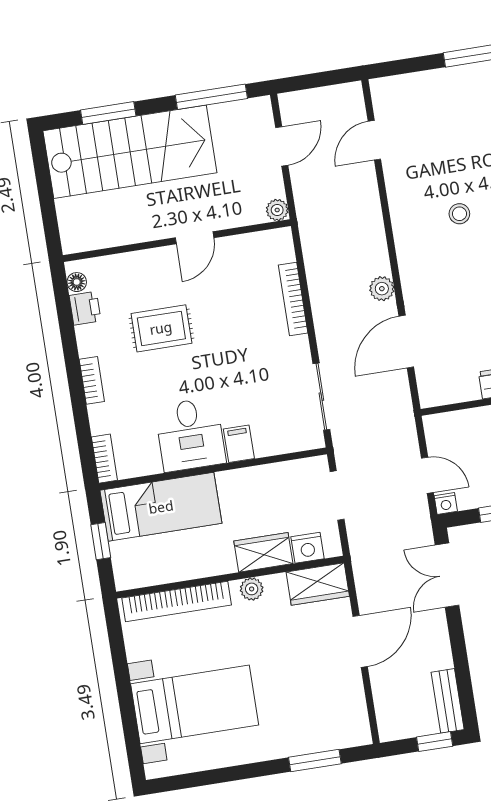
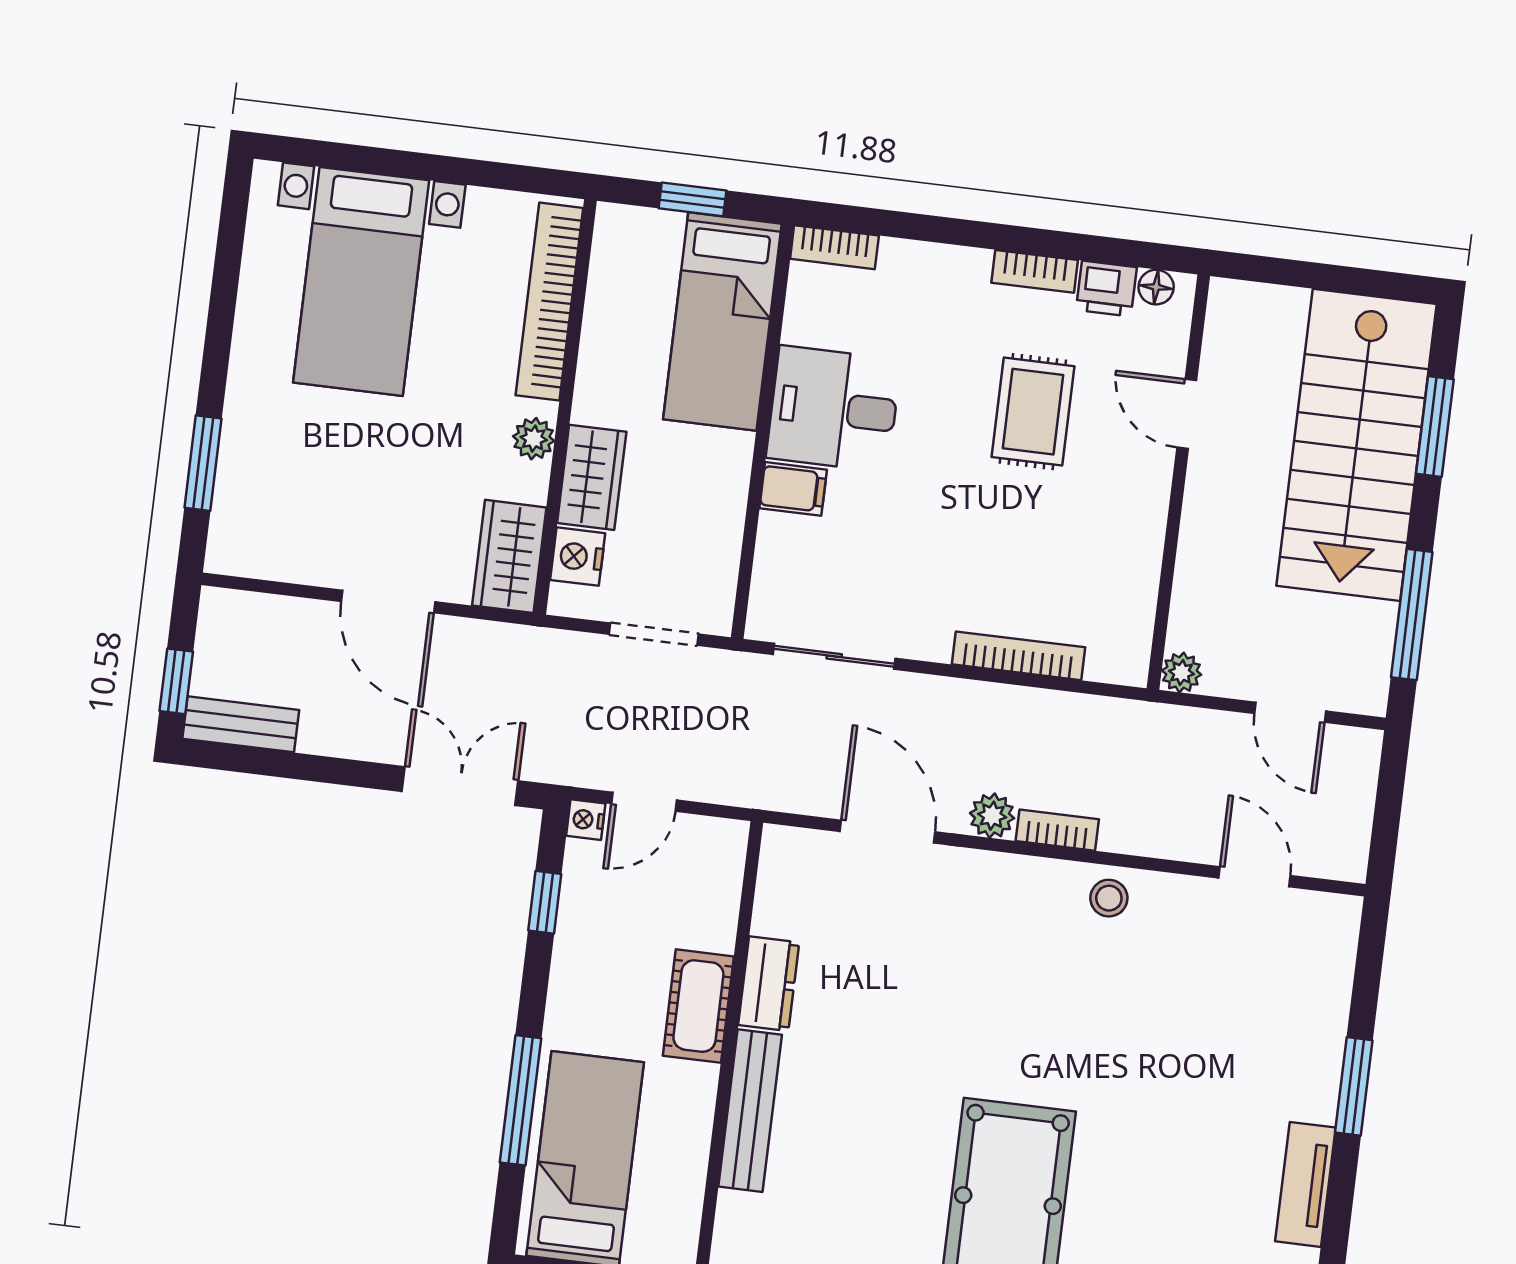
stool: (459, 214) -> (1109, 898), moved
door: (195, 238) -> (1187, 414), moved
bookcase: (380, 252) -> (1057, 830), added
bookcase: (92, 380) -> (1035, 271), moved

